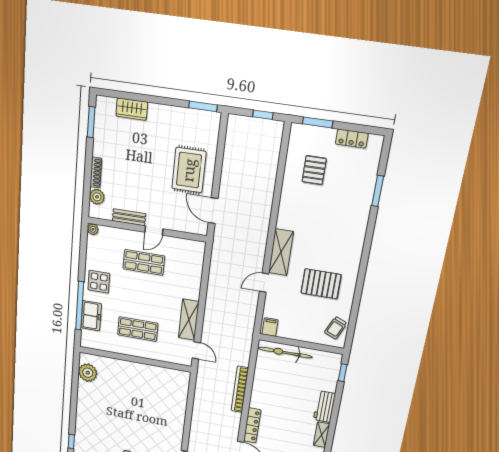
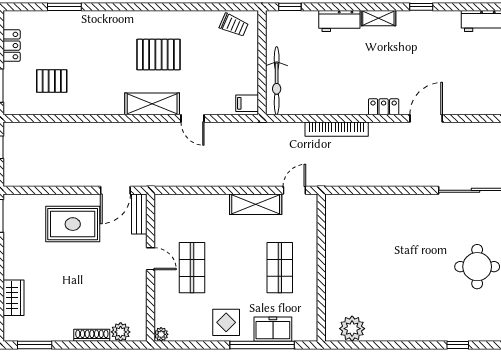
bench: (129, 217) -> (139, 214), moved
pallet: (321, 284) -> (158, 55), moved, turned 90
locker: (252, 425) -> (384, 107), width x0.66

